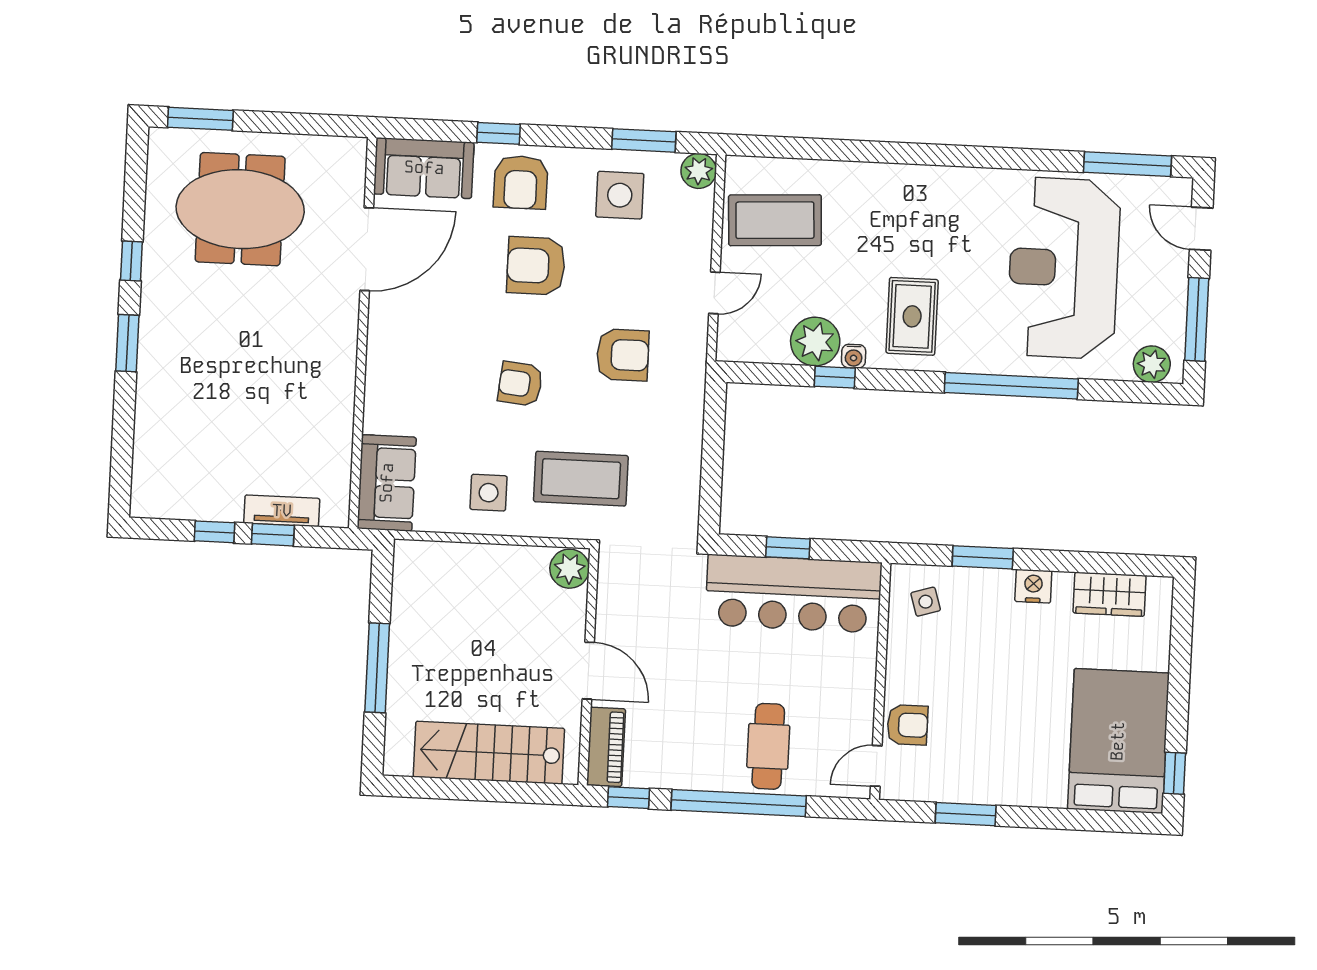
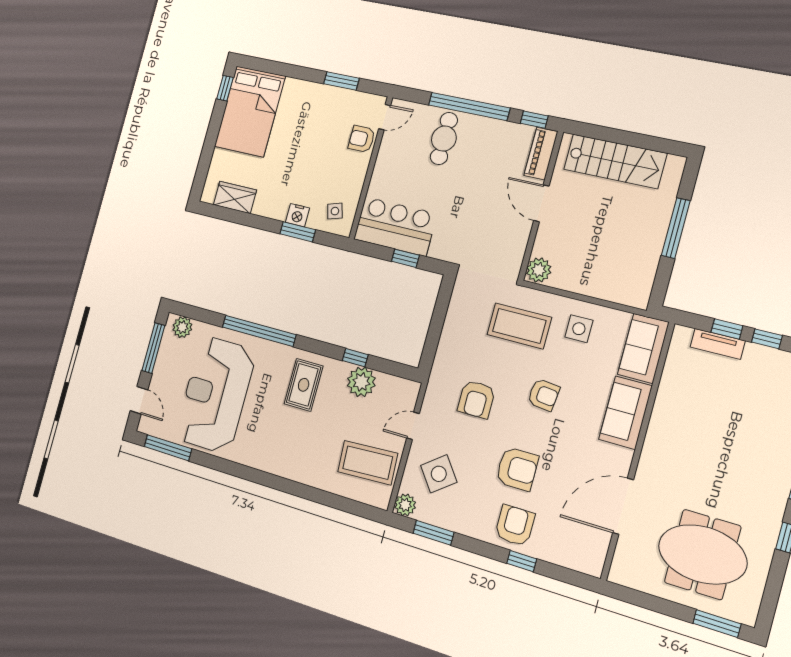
sofa: (424, 168) -> (625, 413), moved, turned -90
side table: (620, 195) -> (439, 474), moved, turned -37
reception desk: (1064, 268) -> (215, 395), turned 180
armchair: (623, 355) -> (476, 399), turned -90
water cooler: (854, 356) -> (342, 368), removed
nightstand: (1033, 586) -> (297, 215), moved
bar counter: (793, 594) -> (395, 226), width x0.73

